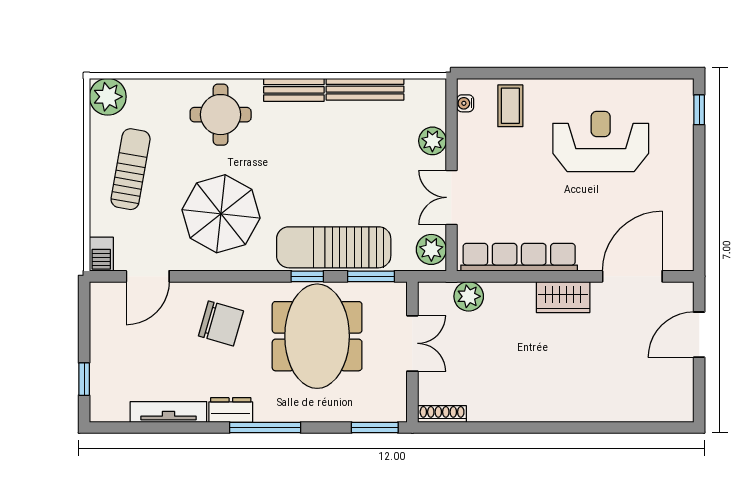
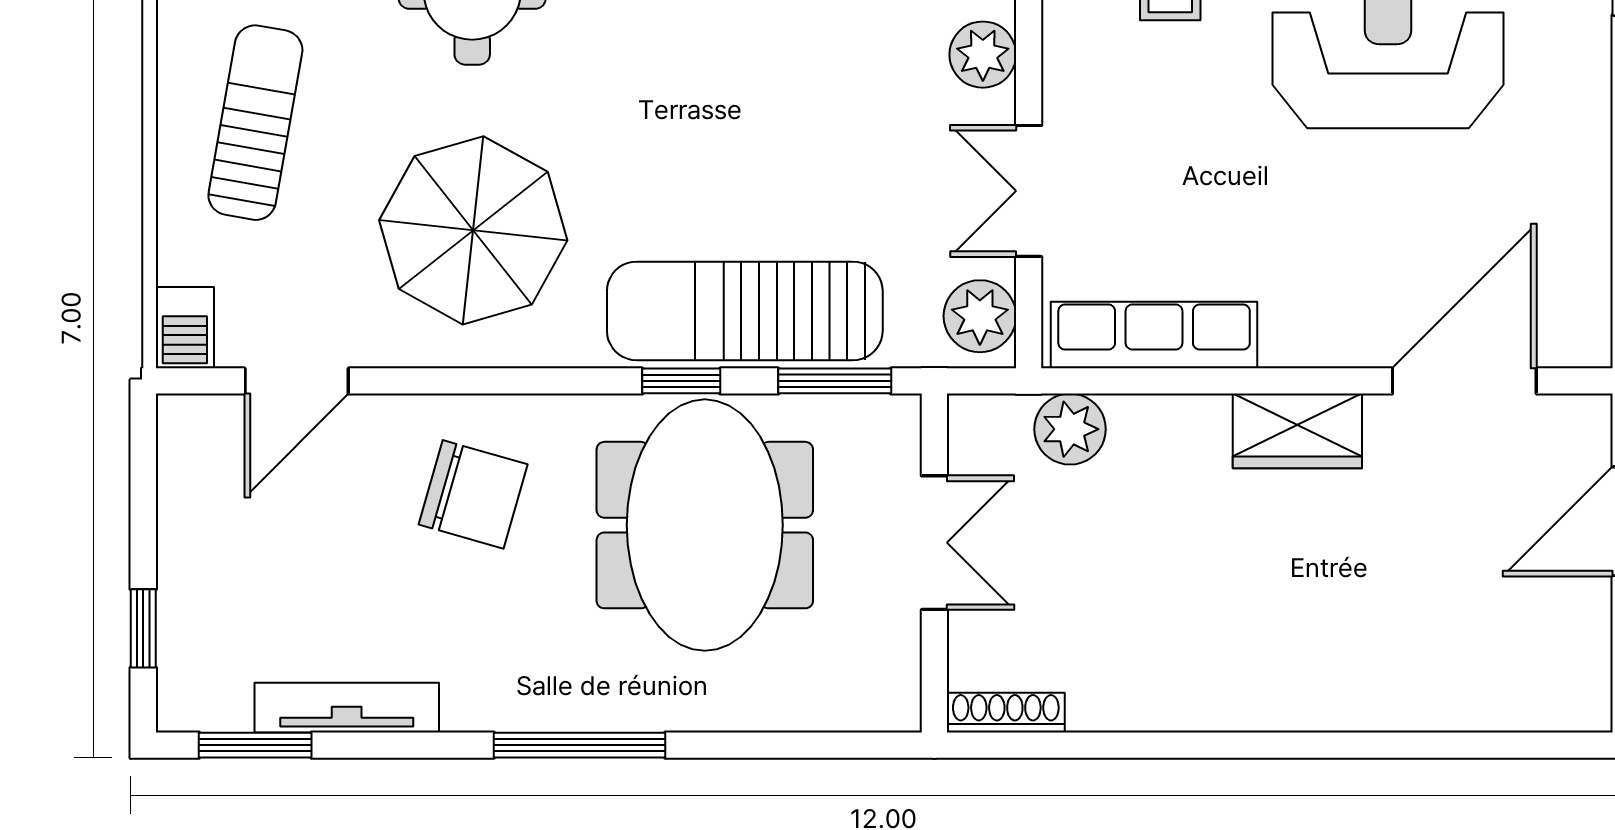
row of seats: (519, 257) -> (1154, 335), width x0.73
dresser: (231, 410) -> (497, 703), removed
window: (375, 427) -> (255, 745), moved

